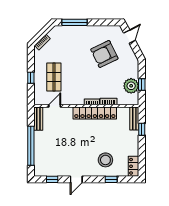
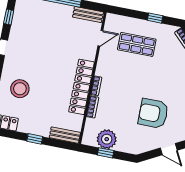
armchair: (104, 54) -> (153, 113), turned -64
window: (31, 78) -> (155, 18), moved
door: (55, 106) -> (100, 38), hinge flipped
window: (142, 129) -> (35, 139), moved

